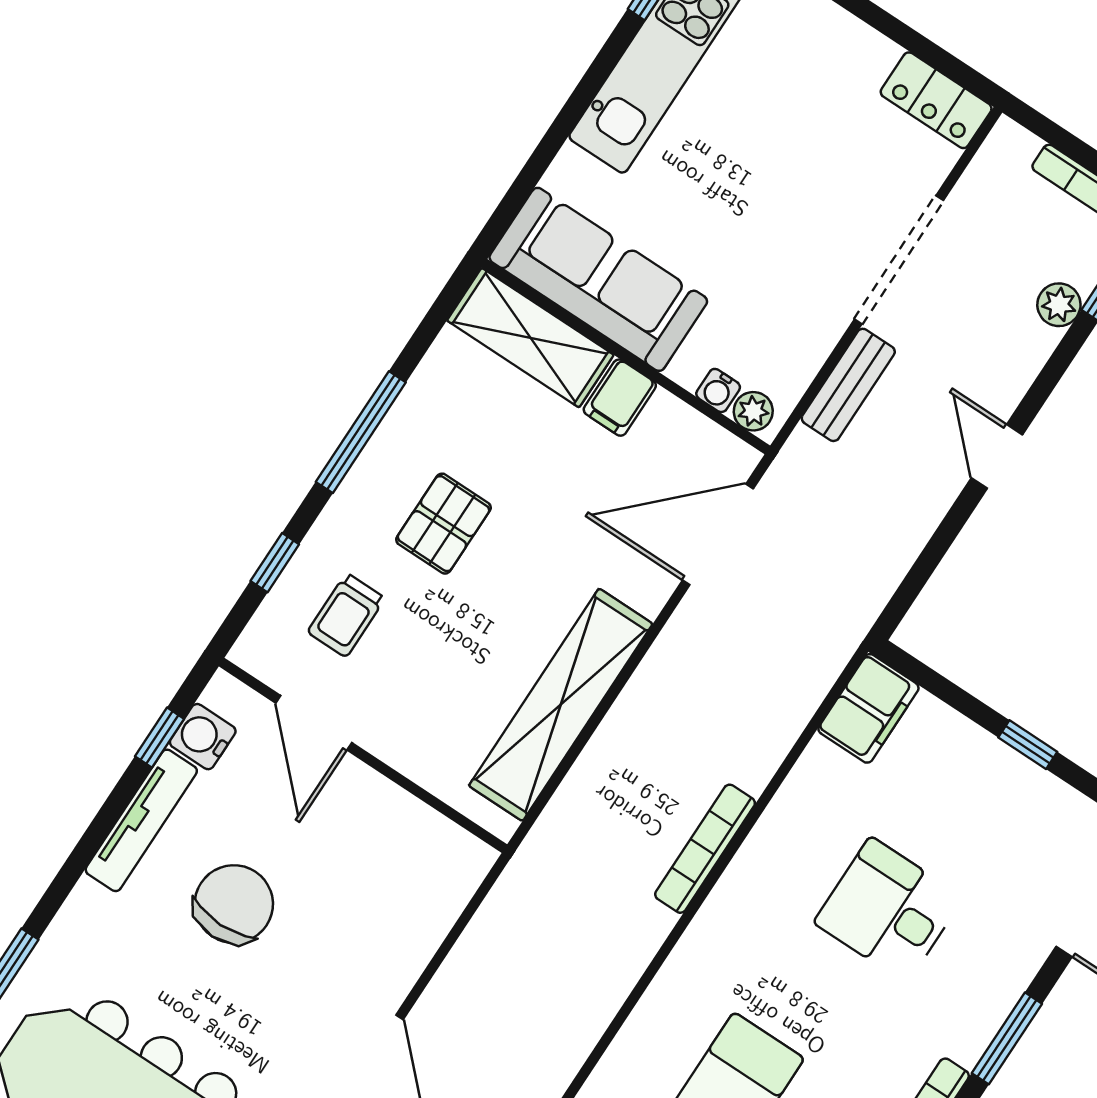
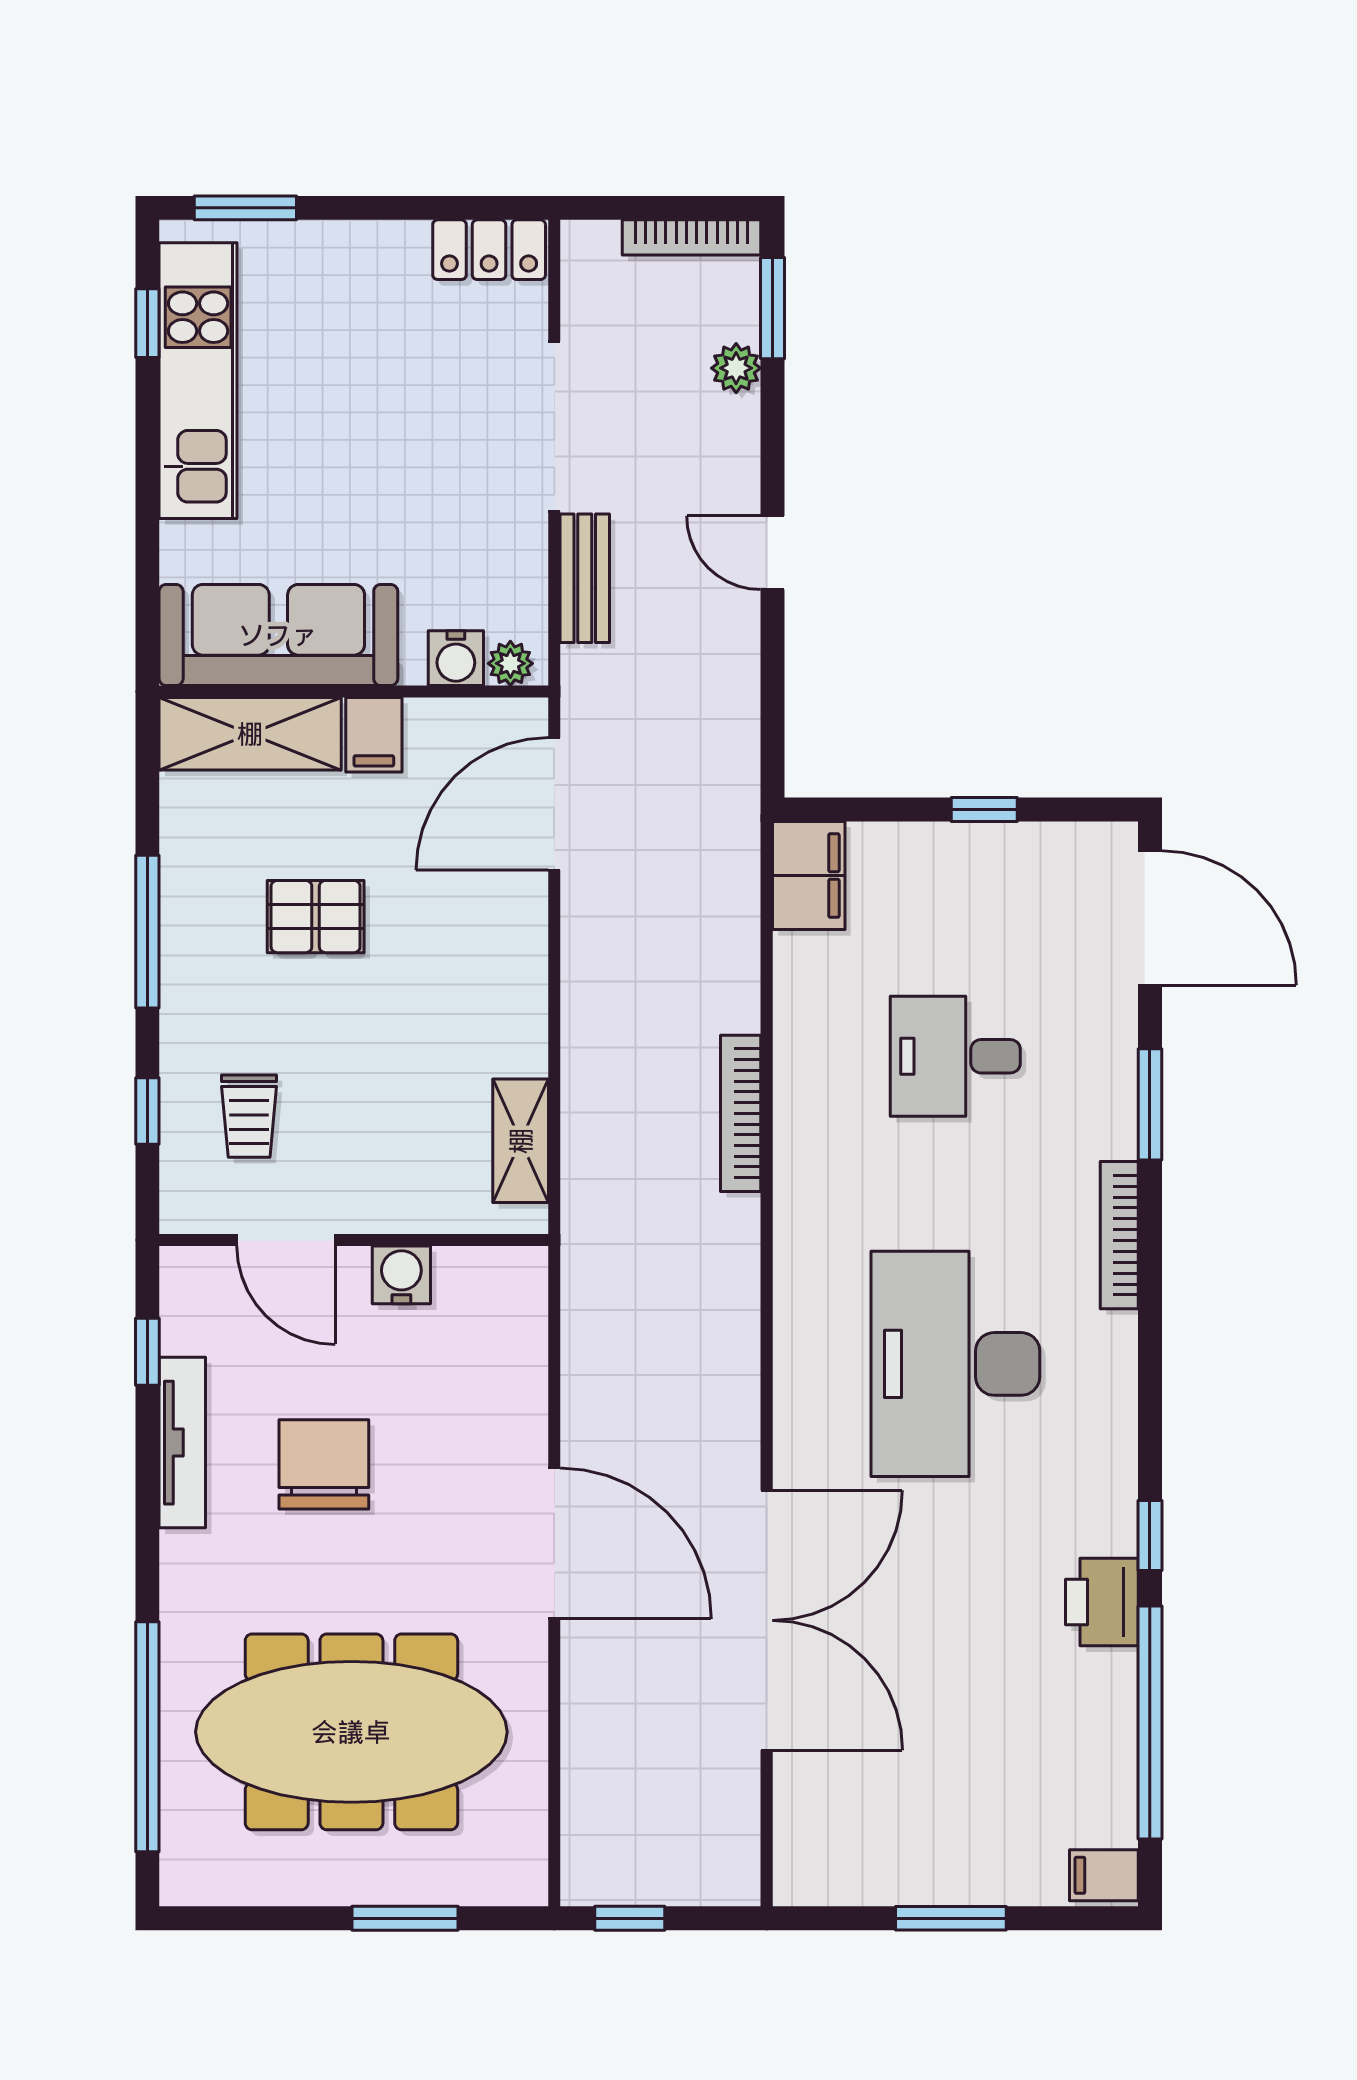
water cooler: (718, 390) -> (456, 658), width x1.38, depth x1.38
pallet: (443, 524) -> (316, 917), moved, turned 90
shelving: (561, 705) -> (521, 1141), width x0.45, depth x0.75
water cooler: (203, 737) -> (401, 1275), moved, turned 90

